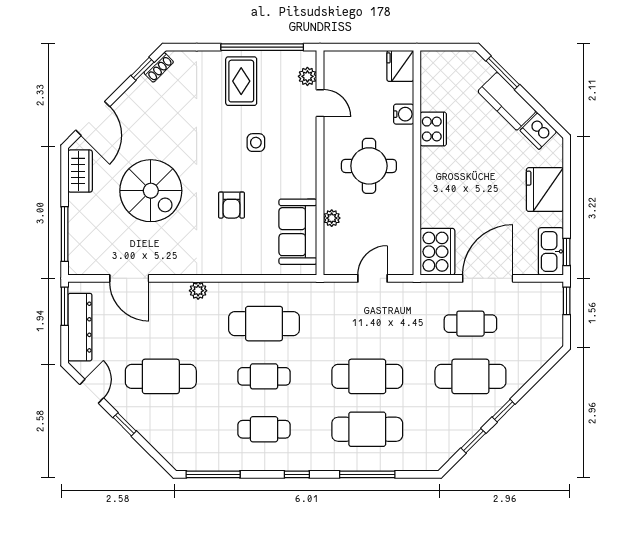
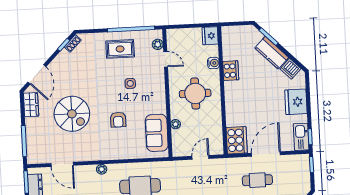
rug: (241, 81) -> (120, 49), turned 90

